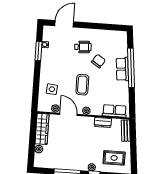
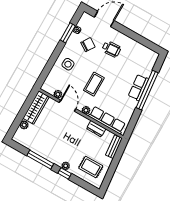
chair: (98, 61) -> (88, 45), moved
side table: (52, 89) -> (68, 64), moved
row of seats: (114, 111) -> (107, 120), width x1.48

